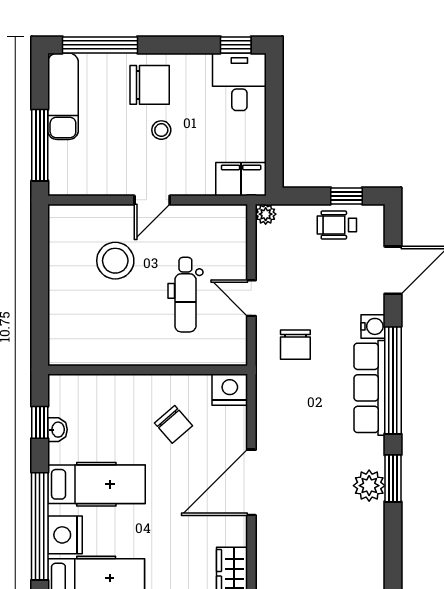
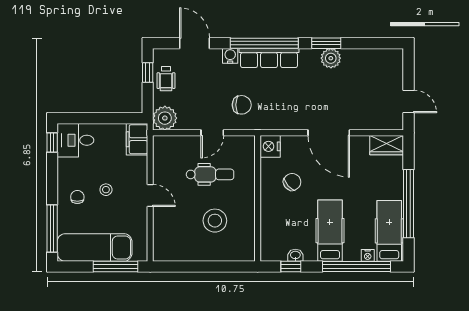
chair: (150, 85) -> (77, 197), width x0.54, depth x0.54
exam couch: (63, 96) -> (95, 247), width x1.36, depth x1.45
plant: (266, 214) -> (165, 118), width x1.88, depth x1.88
stool: (115, 261) -> (215, 221), moved
nightstand: (65, 535) -> (368, 255), width x0.53, depth x0.56

